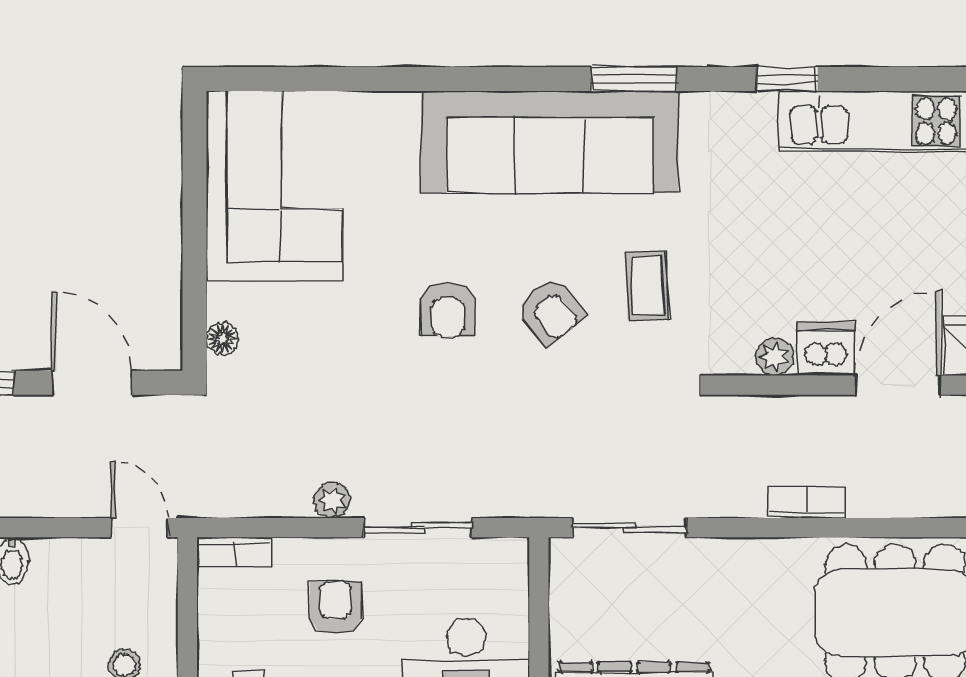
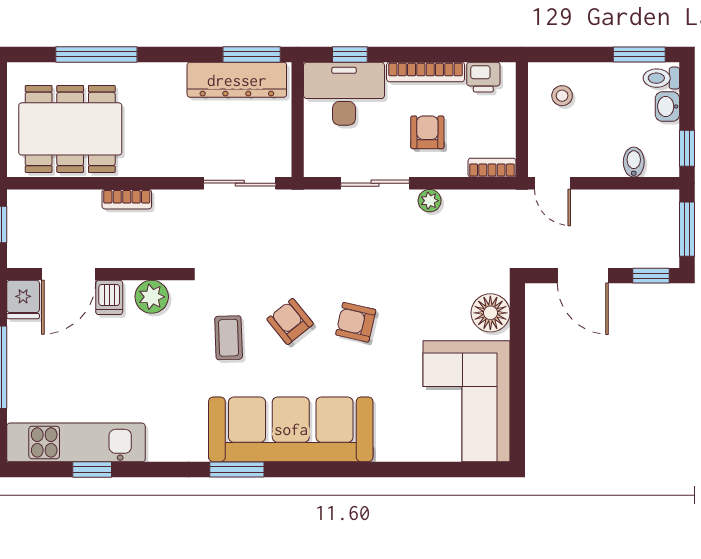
window: (787, 79) -> (92, 470), moved
armchair: (448, 310) -> (356, 322), turned -77
floor lamp: (222, 339) -> (490, 313), width x1.89, depth x1.89
dishwasher: (826, 349) -> (109, 297), width x0.73
plant: (775, 357) -> (152, 297), width x1.38, depth x1.38
armchair: (336, 607) -> (427, 132), turned 180

